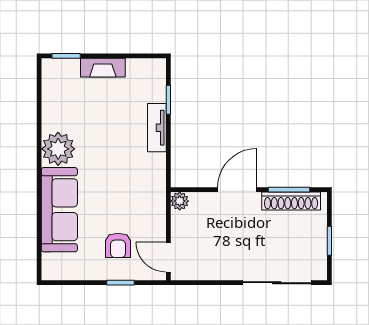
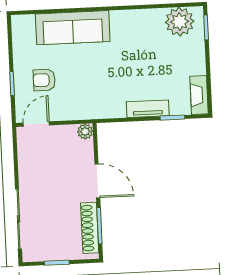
fireplace: (103, 68) -> (199, 95), moved
plant: (58, 149) -> (180, 22), moved

